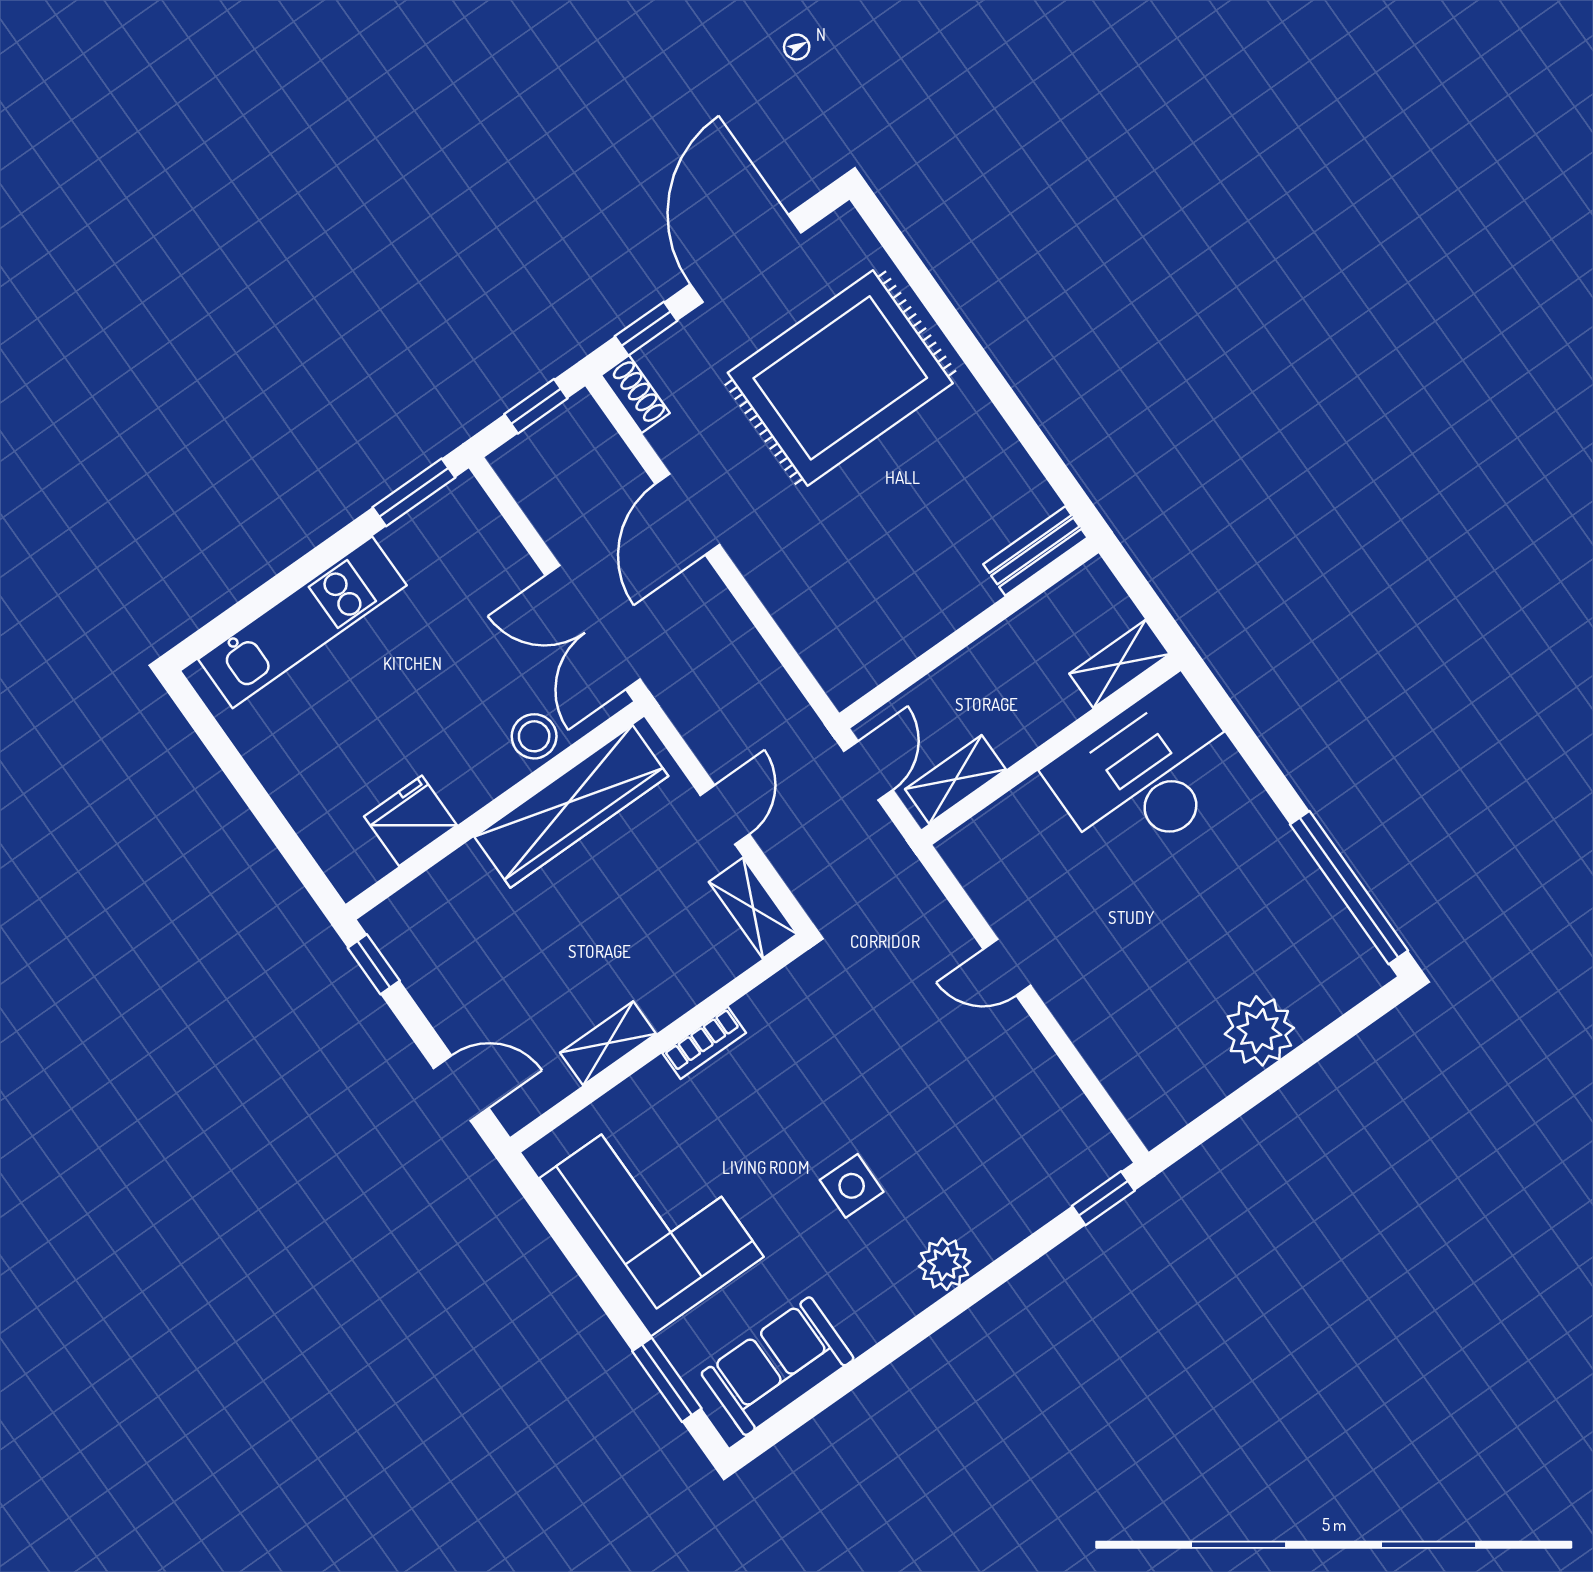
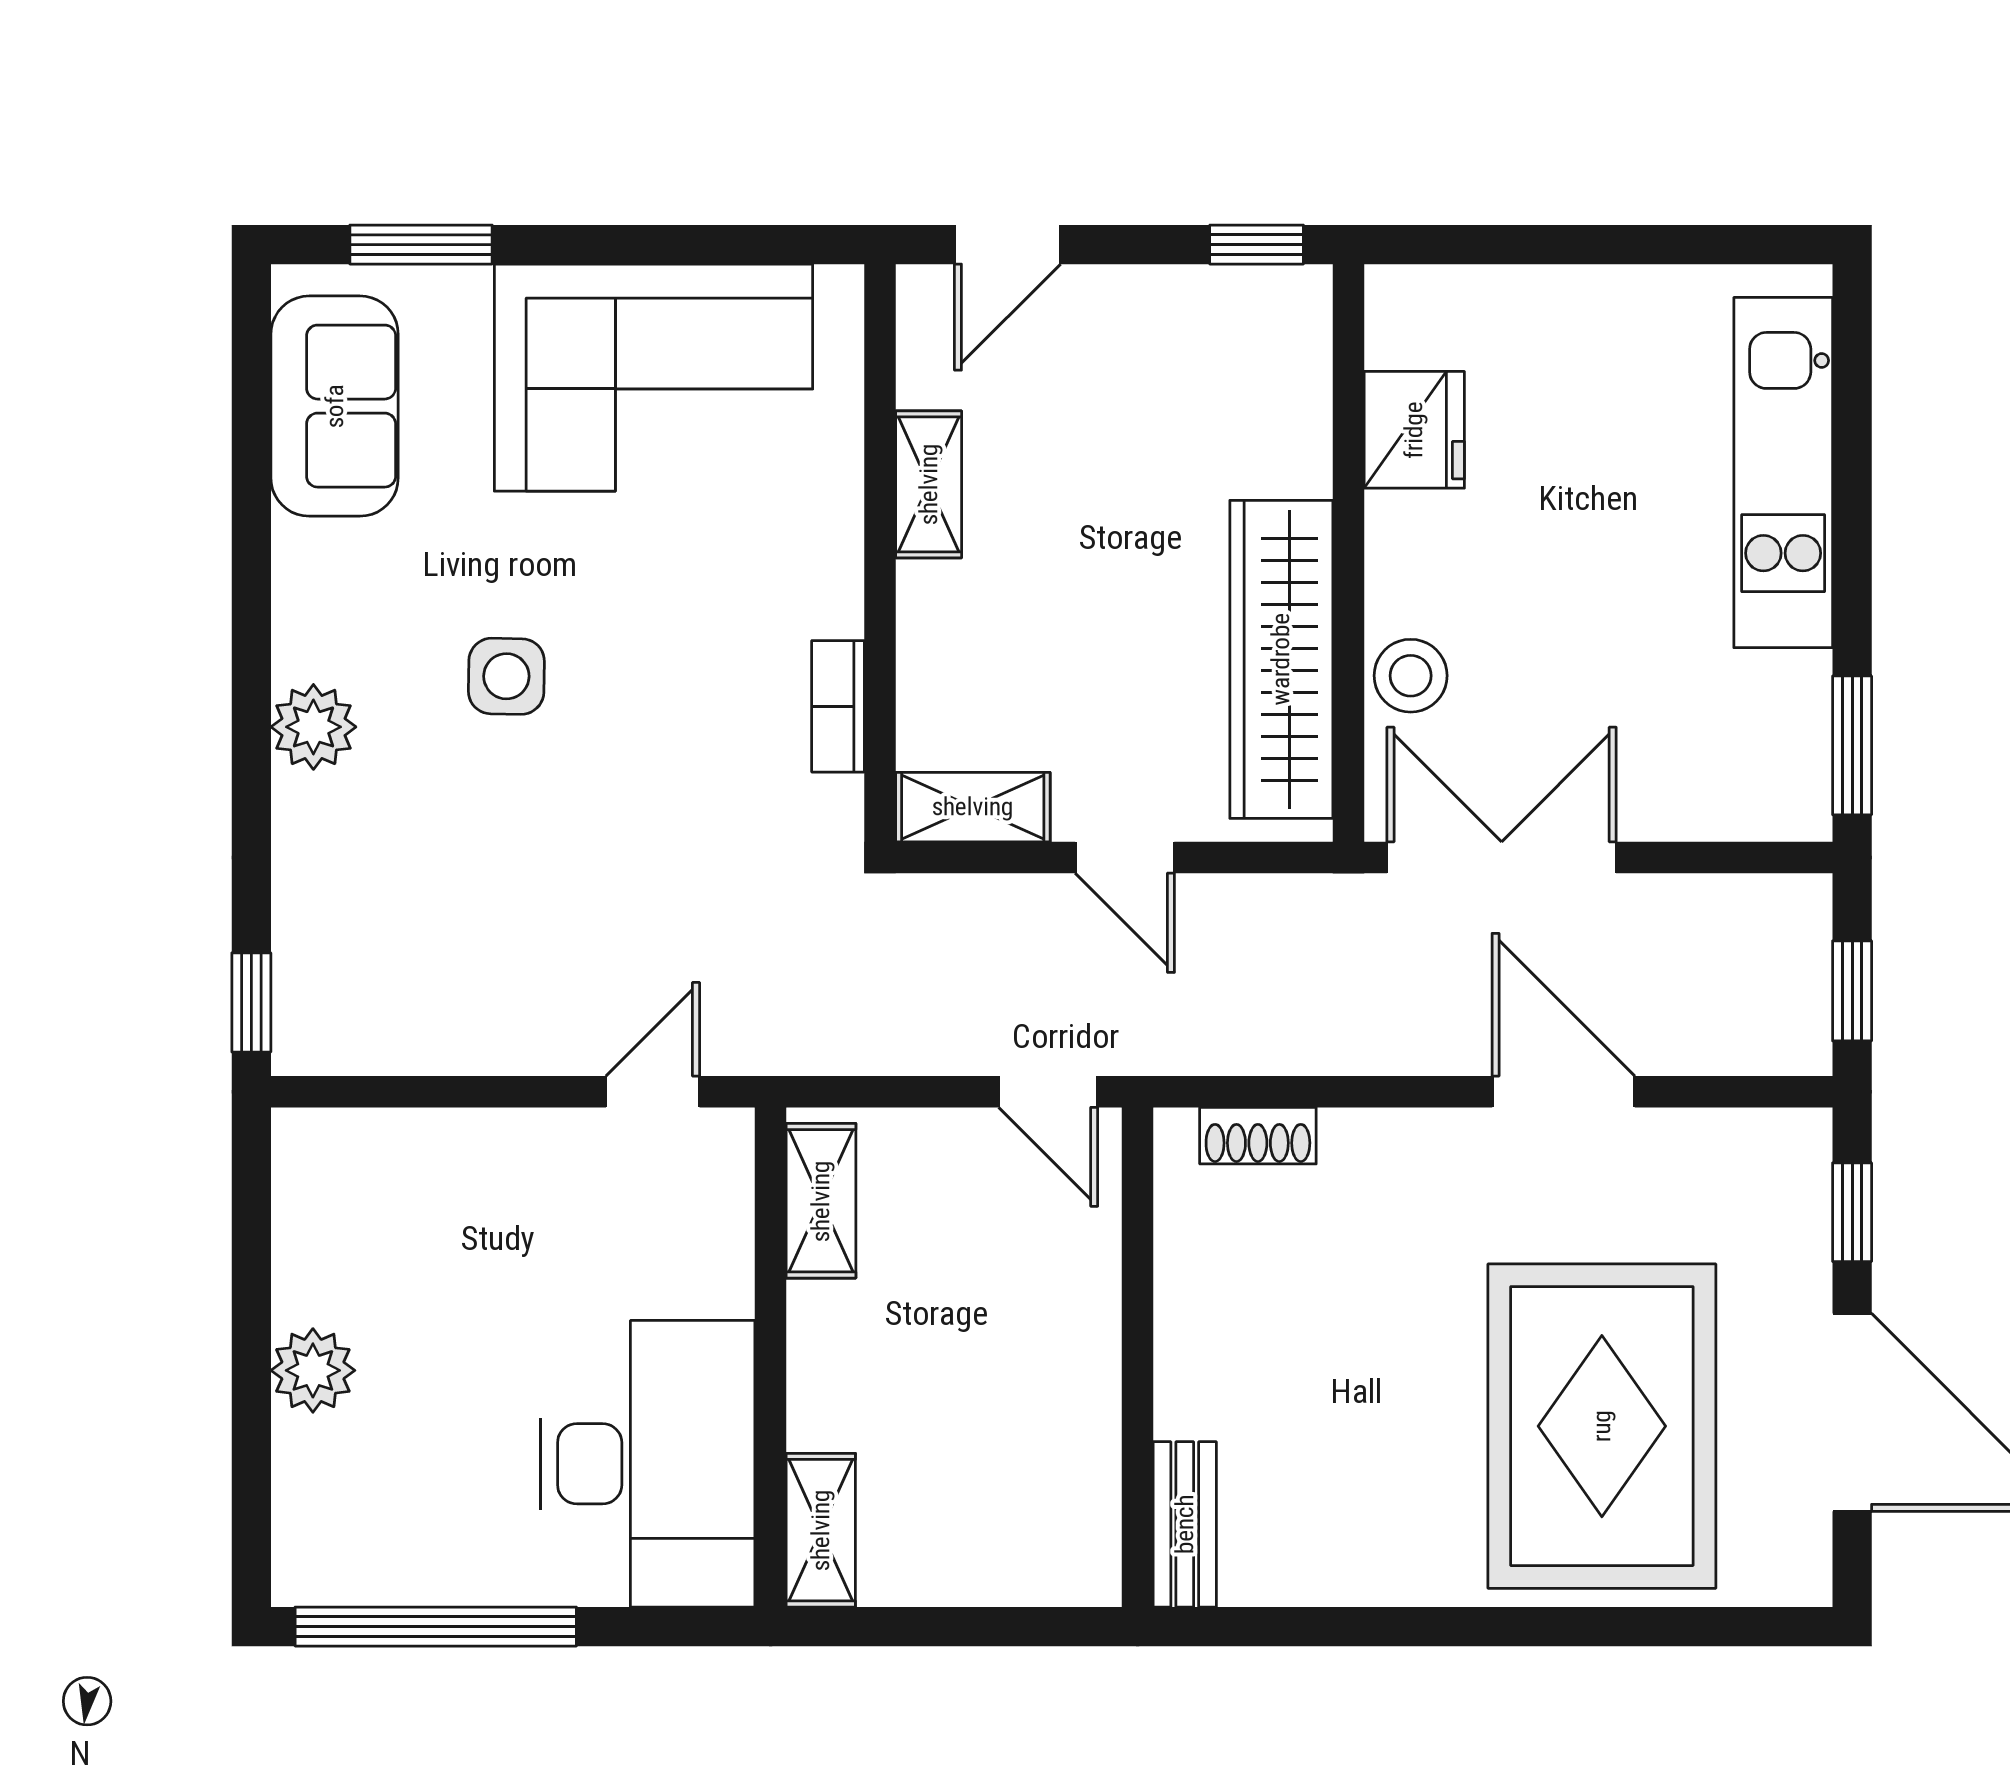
shoe rack: (635, 394) -> (1258, 1136), moved
shelving: (1119, 664) -> (821, 1530), moved
wall: (1051, 750) -> (771, 1357), moved
desk: (1147, 773) -> (648, 1464), moved
shelving: (955, 779) -> (821, 1201), moved
plant: (1259, 1031) -> (313, 1370), width x0.73, depth x0.73
bookcase: (704, 1043) -> (838, 706), moved

